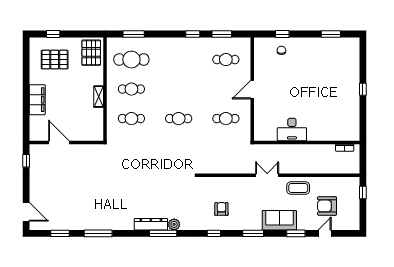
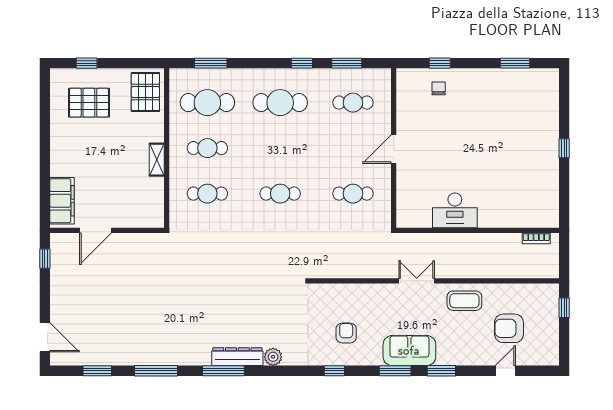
cafe table: (179, 60) -> (280, 103), added
filing cabinet: (37, 100) -> (62, 201), moved
door: (59, 142) -> (95, 230), swing flipped
sofa: (279, 220) -> (409, 351), moved
window: (163, 233) -> (223, 371), moved
window: (296, 233) -> (441, 371), moved

